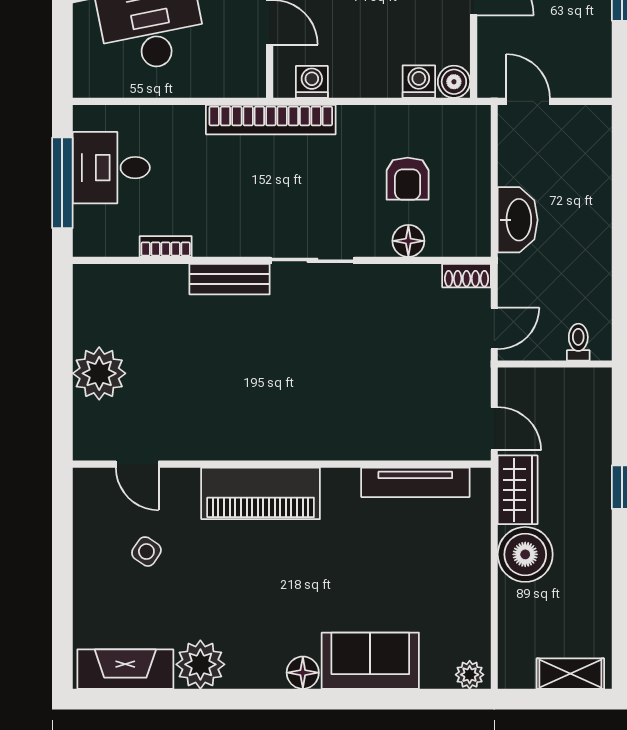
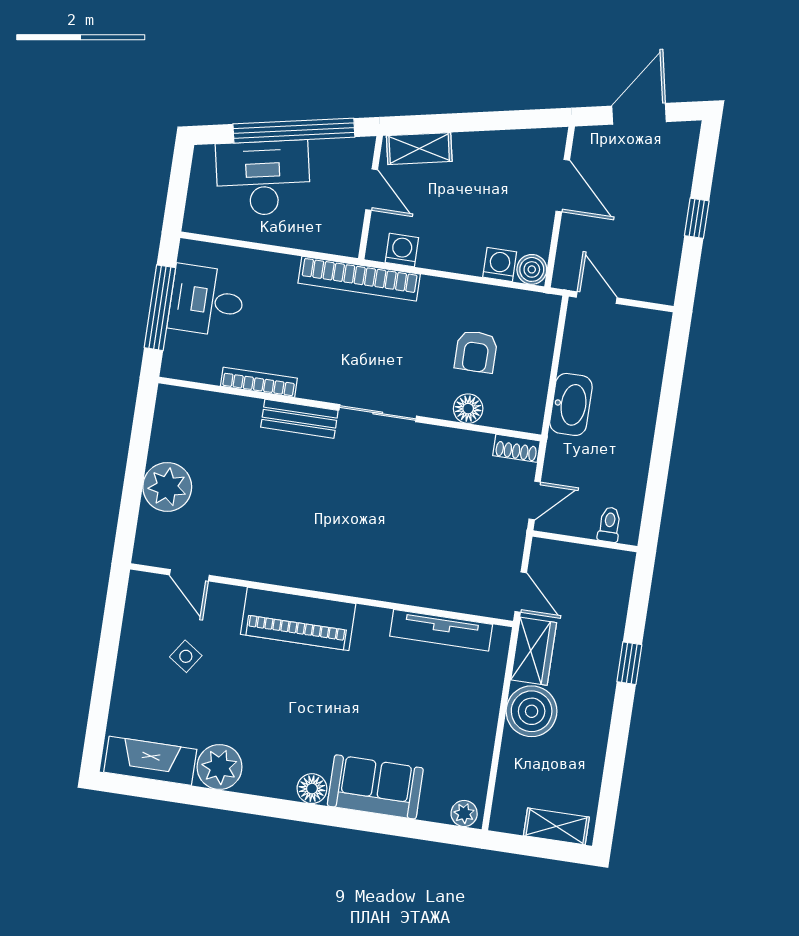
bookcase: (166, 246) -> (259, 382), width x1.56

